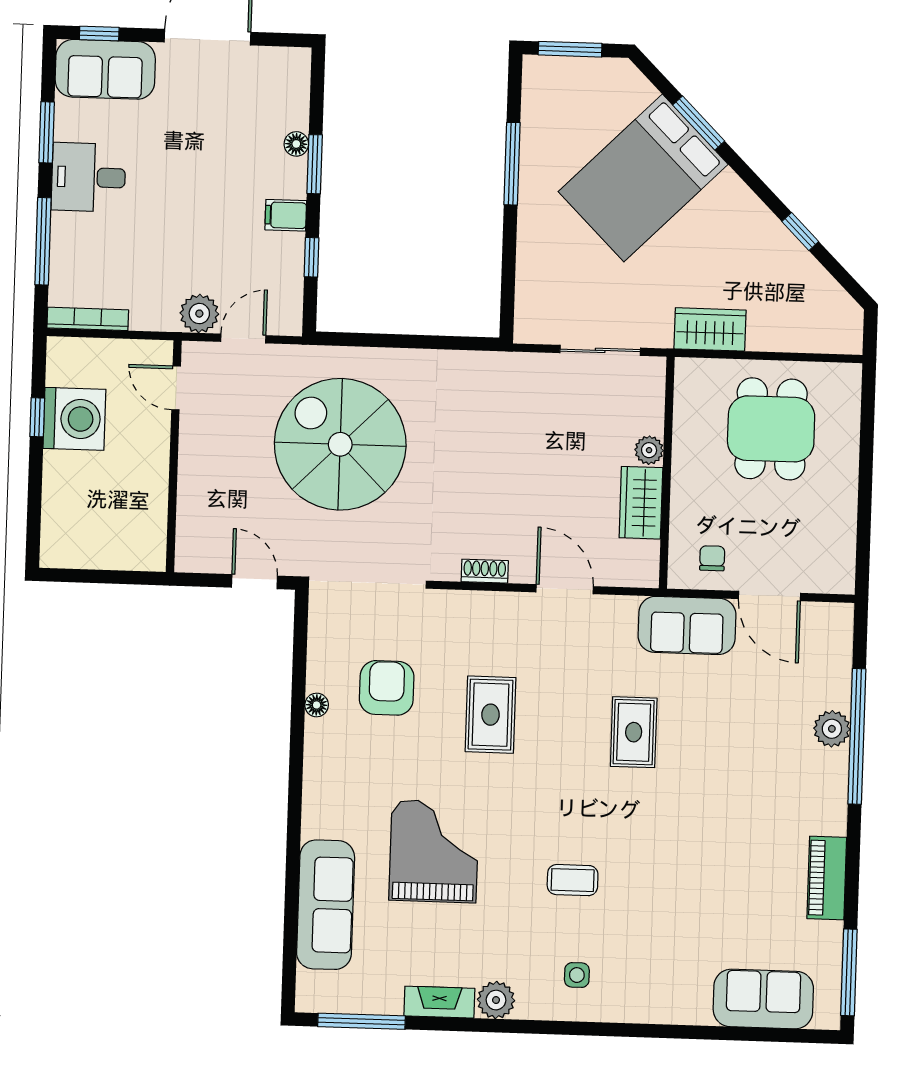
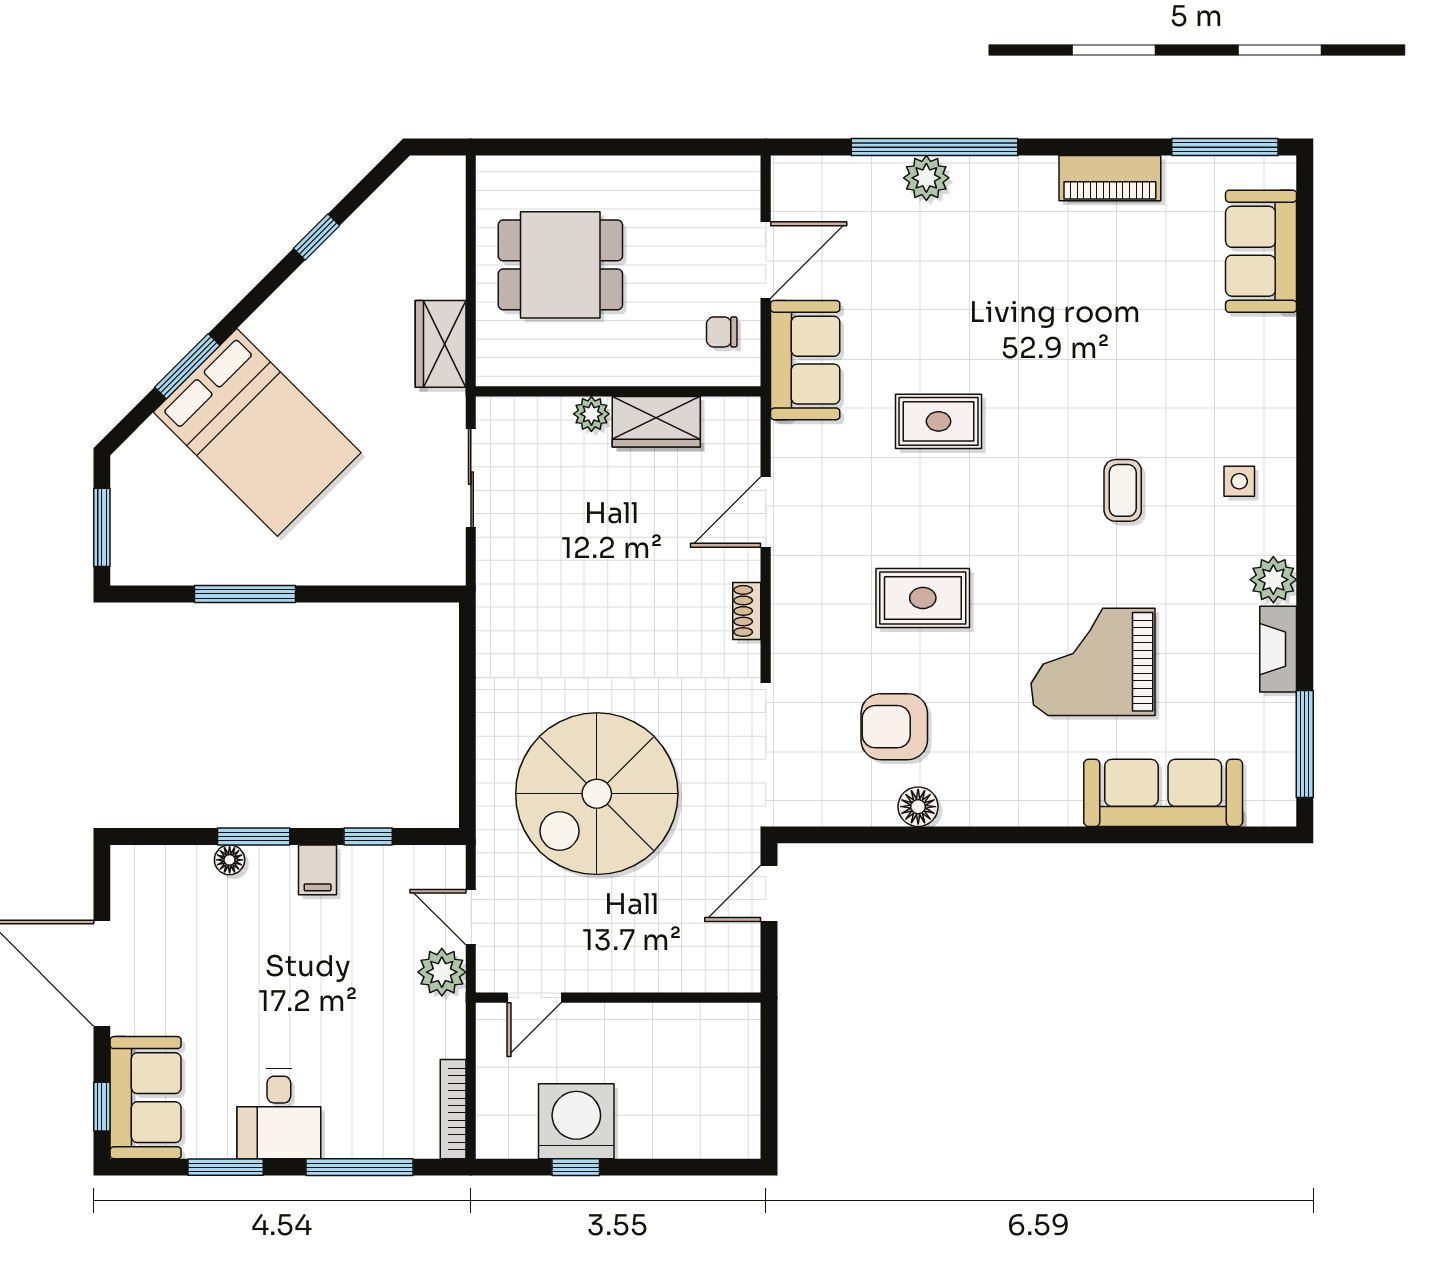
floor lamp: (317, 705) -> (918, 807), width x1.37, depth x1.37

